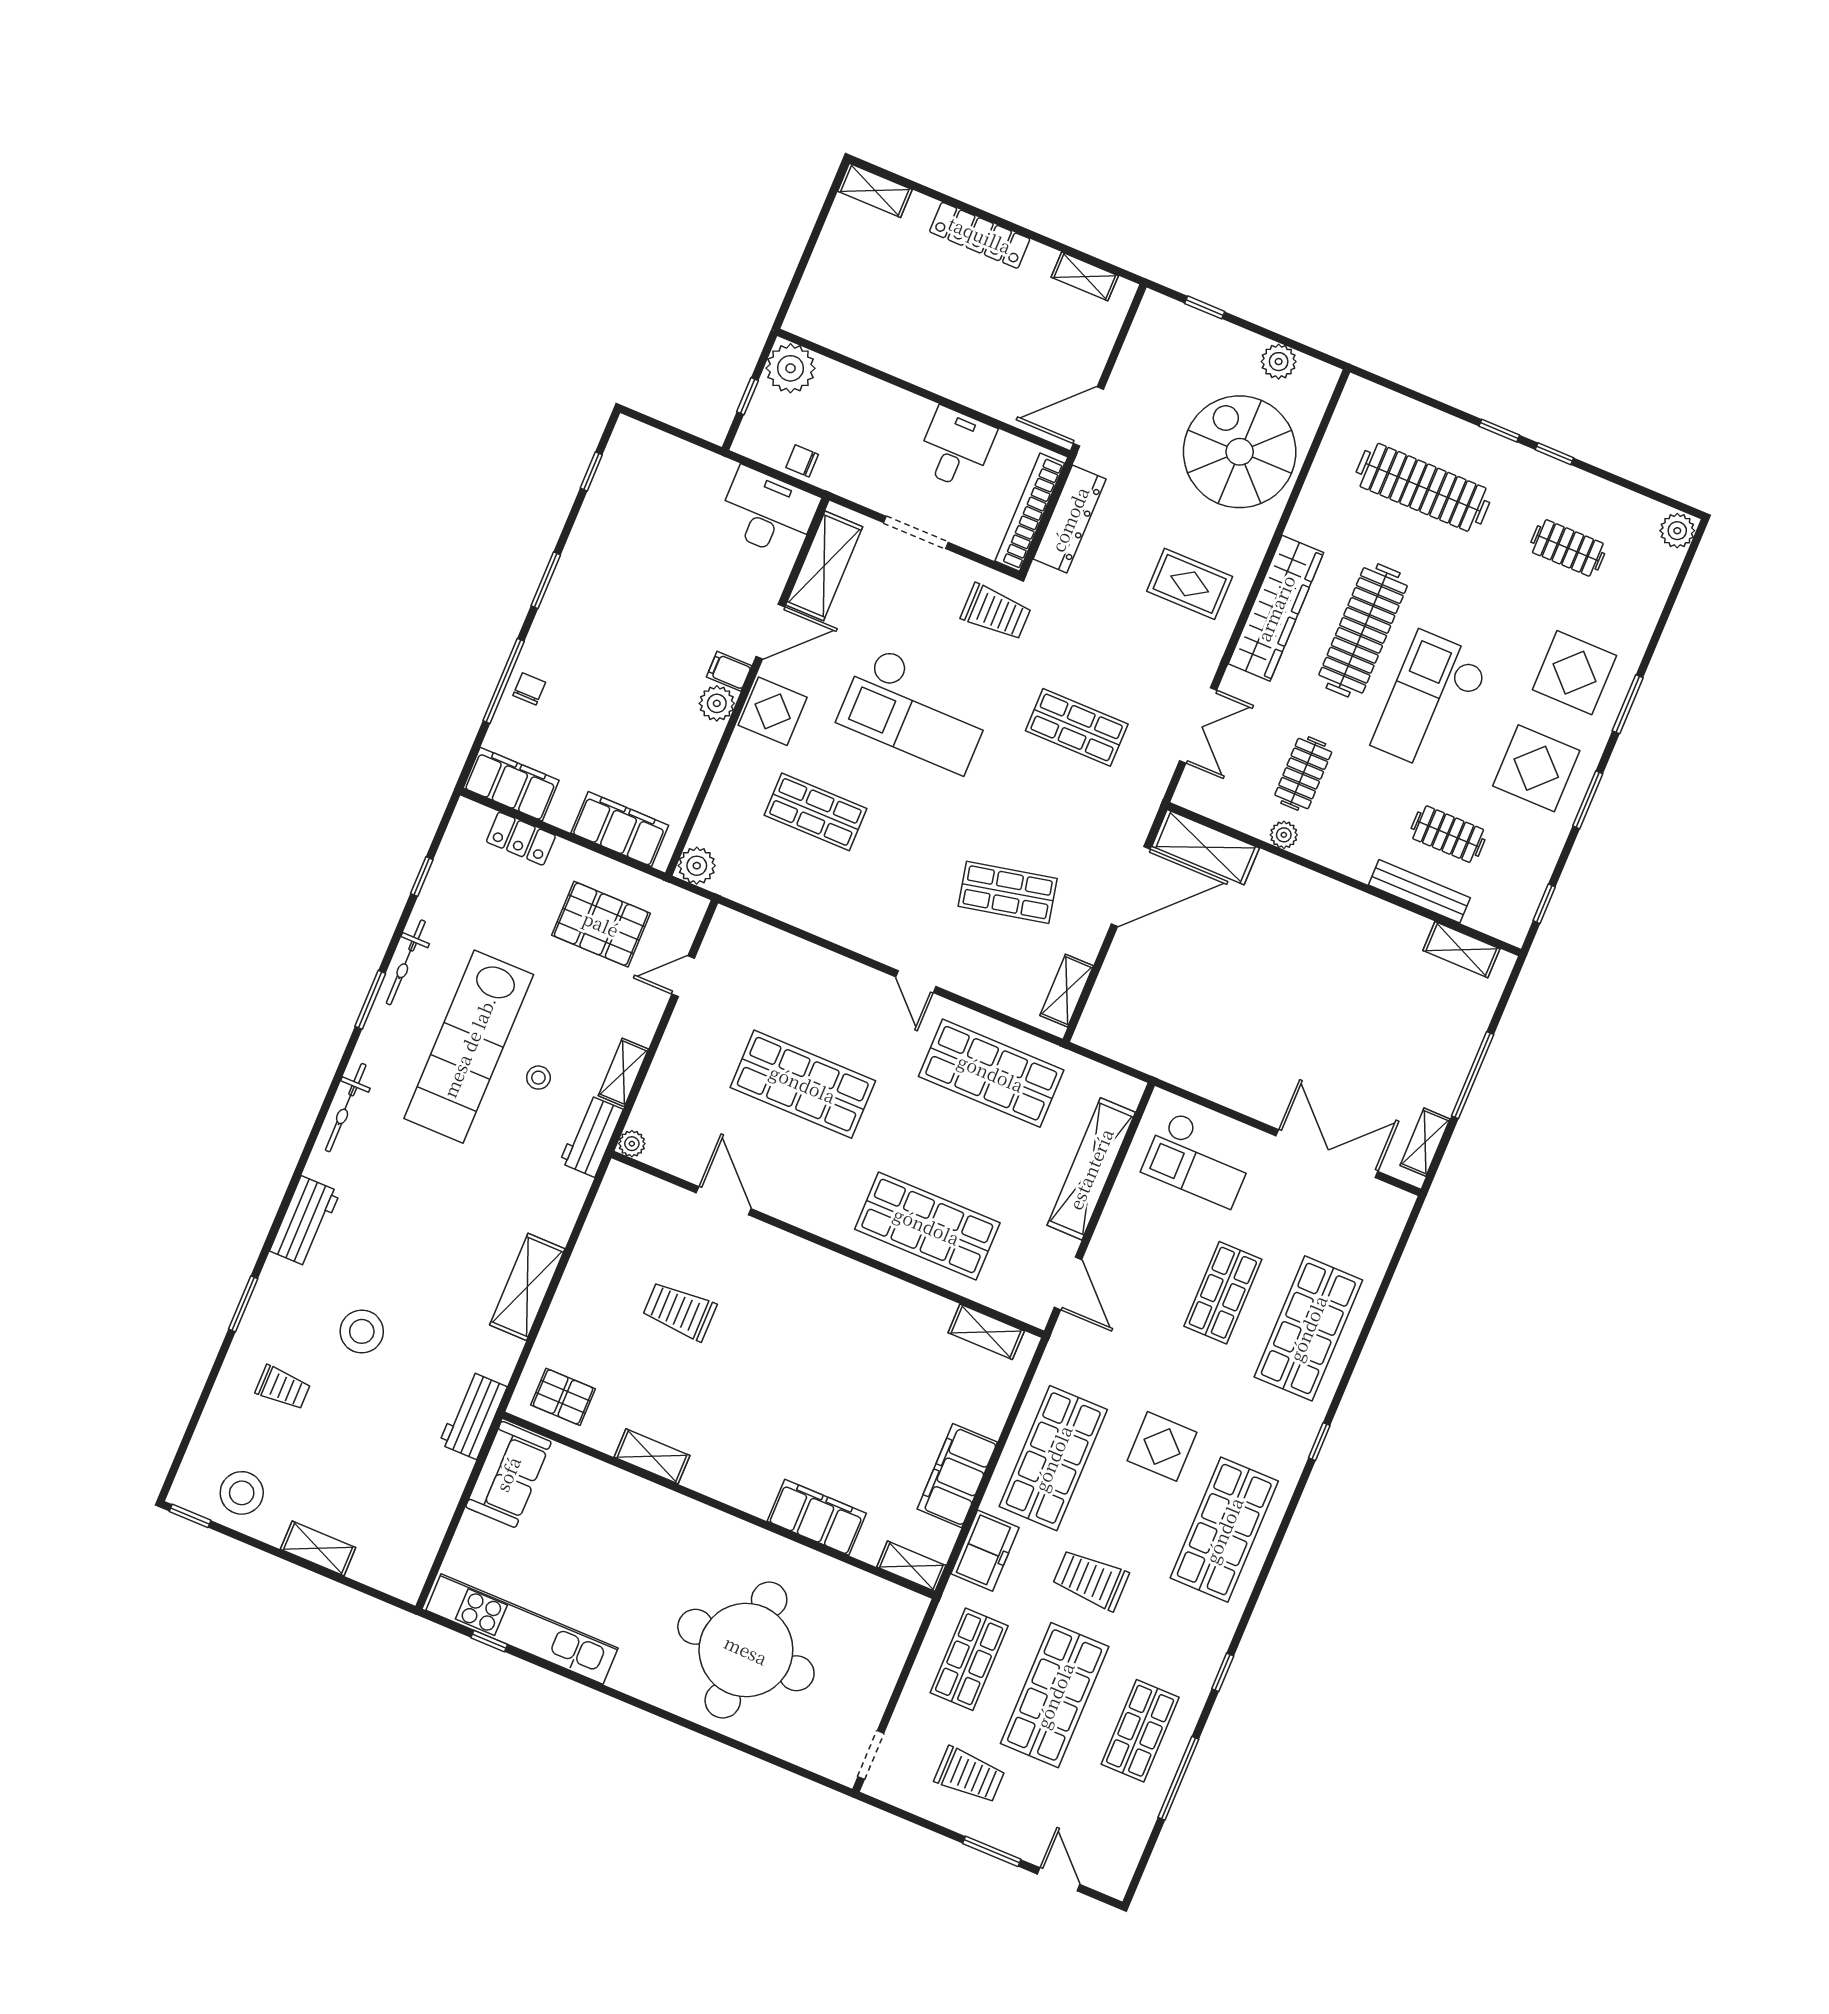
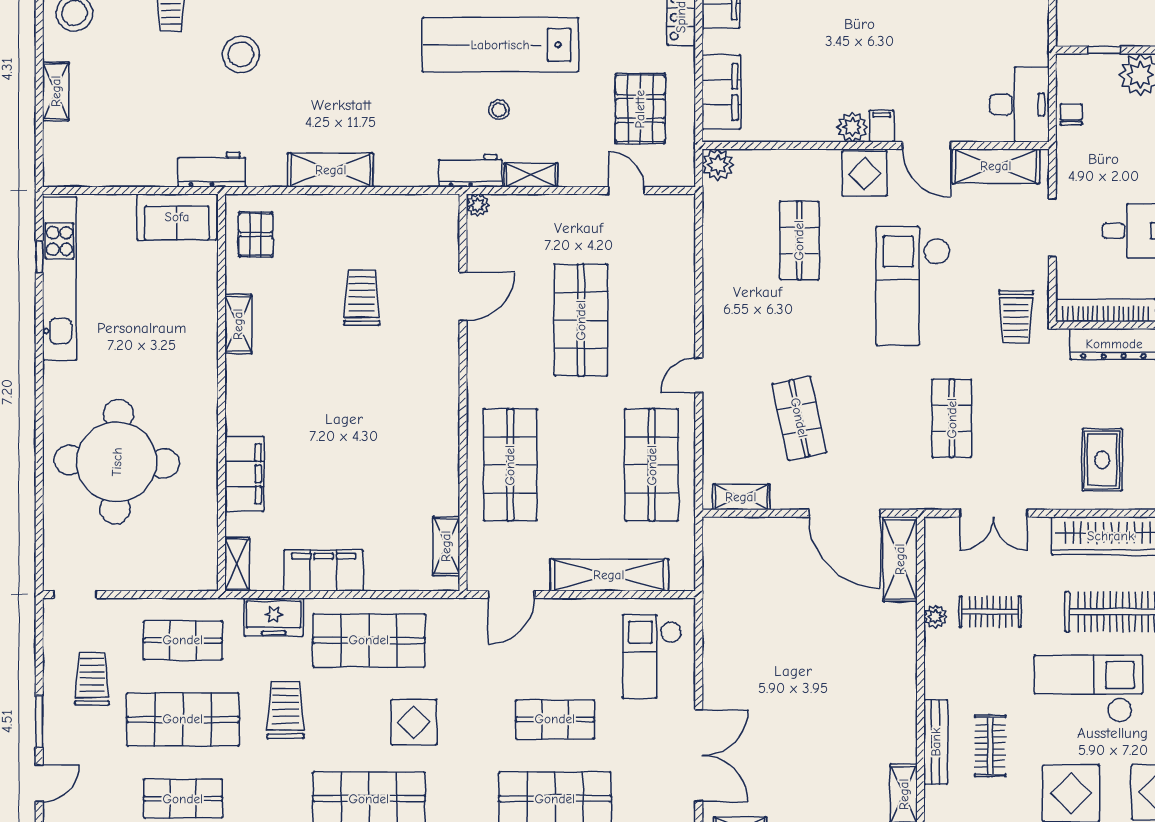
trolley: (970, 1775) -> (92, 679), turned 180

